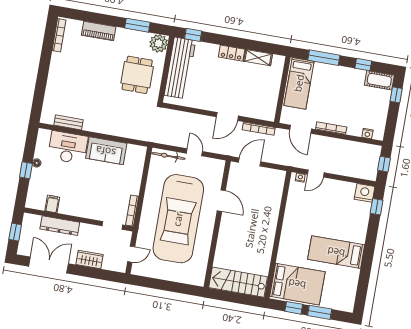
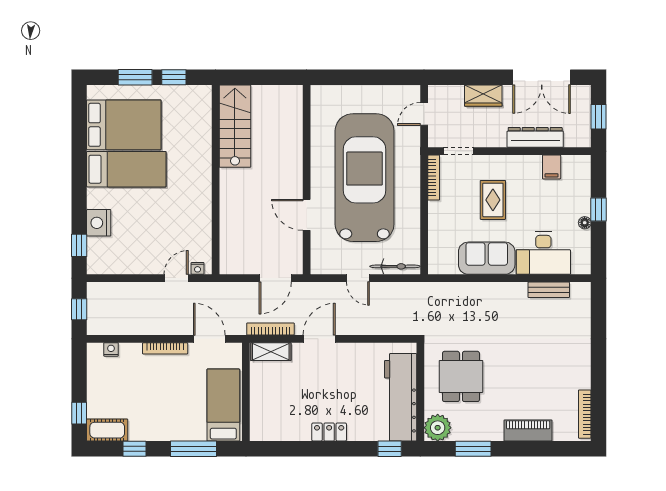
shelving: (258, 58) -> (271, 352), moved
rug: (95, 189) -> (493, 200), added
nightstand: (365, 193) -> (99, 223), moved, turned 90
stairs: (238, 282) -> (235, 126), moved, turned -90
bed: (297, 284) -> (124, 125), moved, turned 180

